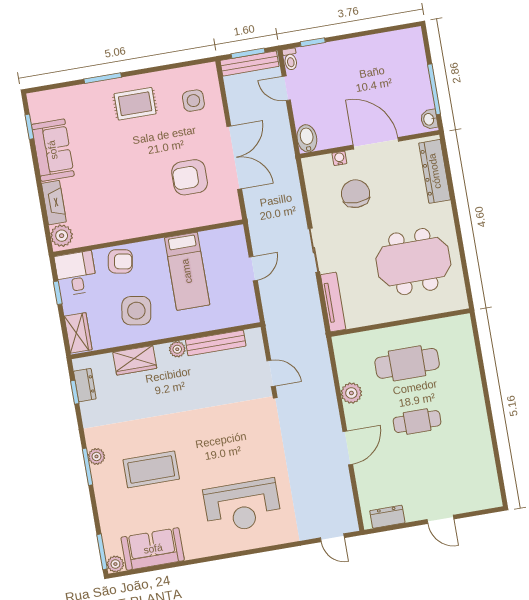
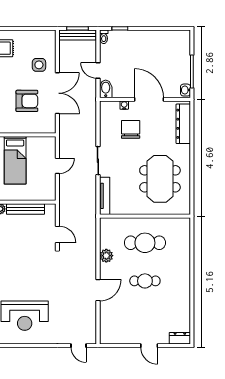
door: (286, 88) -> (98, 70), moved
side table: (193, 101) -> (39, 65), moved
armchair: (190, 177) -> (27, 101), turned 180
meeting table: (413, 262) -> (160, 179), turned 90
dresser: (387, 517) -> (180, 338), moved

